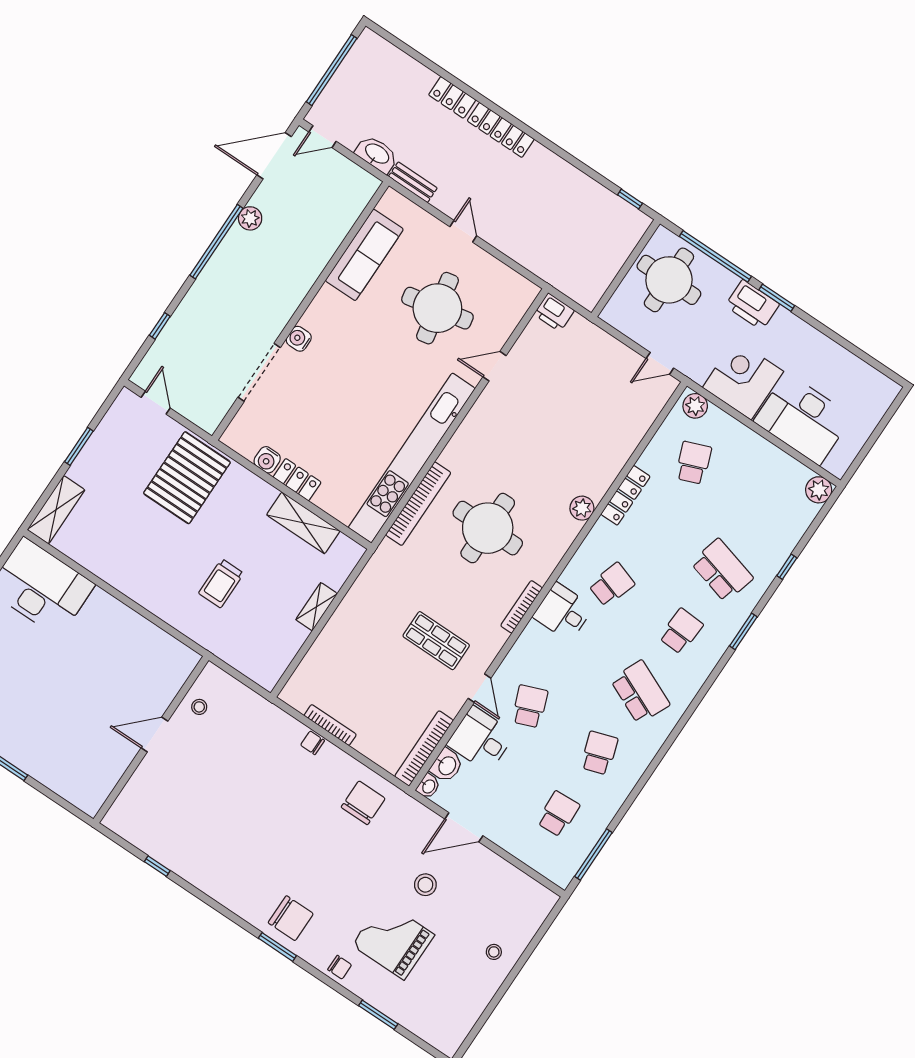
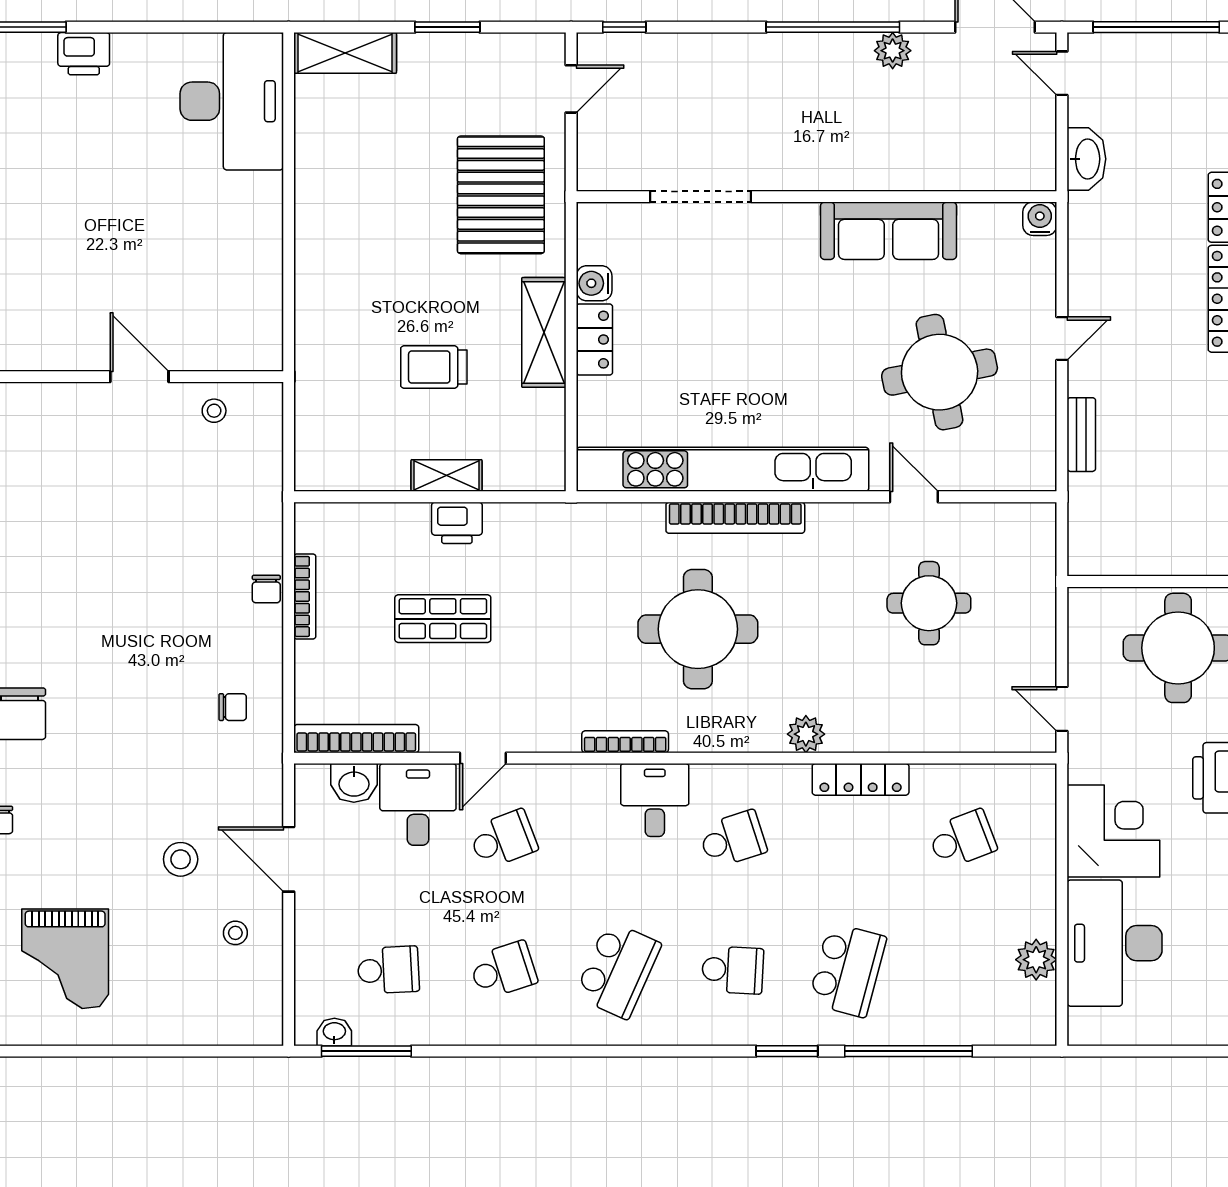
bench: (413, 182) -> (1081, 435), moved
sofa: (364, 255) -> (889, 231), moved
printer: (554, 312) -> (457, 523), moved, turned -90
window: (160, 326) -> (624, 27), moved
water cooler: (299, 339) -> (1040, 219), moved
round table: (556, 396) -> (929, 603), added
plant: (695, 406) -> (1037, 792), removed
pallet: (187, 478) -> (501, 195), turned 90
plant: (819, 490) -> (1036, 960), moved
bookcase: (418, 504) -> (735, 518), moved
shelving: (303, 523) -> (544, 332), moved
window: (787, 567) -> (909, 1051), width x3.17
trolley: (221, 583) -> (434, 367), moved
school desk: (612, 585) -> (733, 839), turned -36
shop shelf: (436, 641) -> (443, 619), moved, turned 90
chair: (313, 743) -> (266, 589), turned 180
washbasin: (428, 786) -> (334, 1032), moved, turned 180
chair: (363, 803) -> (233, 707), width x0.54, depth x0.54
grand piano: (393, 940) -> (65, 959), moved, turned 180
stool: (494, 952) -> (235, 933), moved

